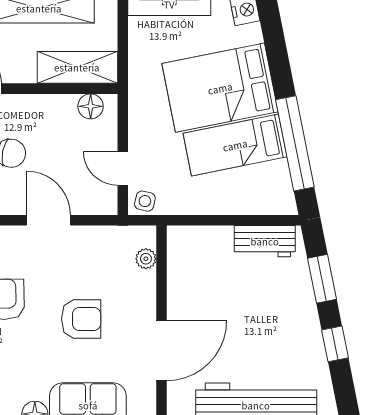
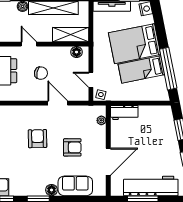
workbench: (265, 241) -> (124, 113), moved

